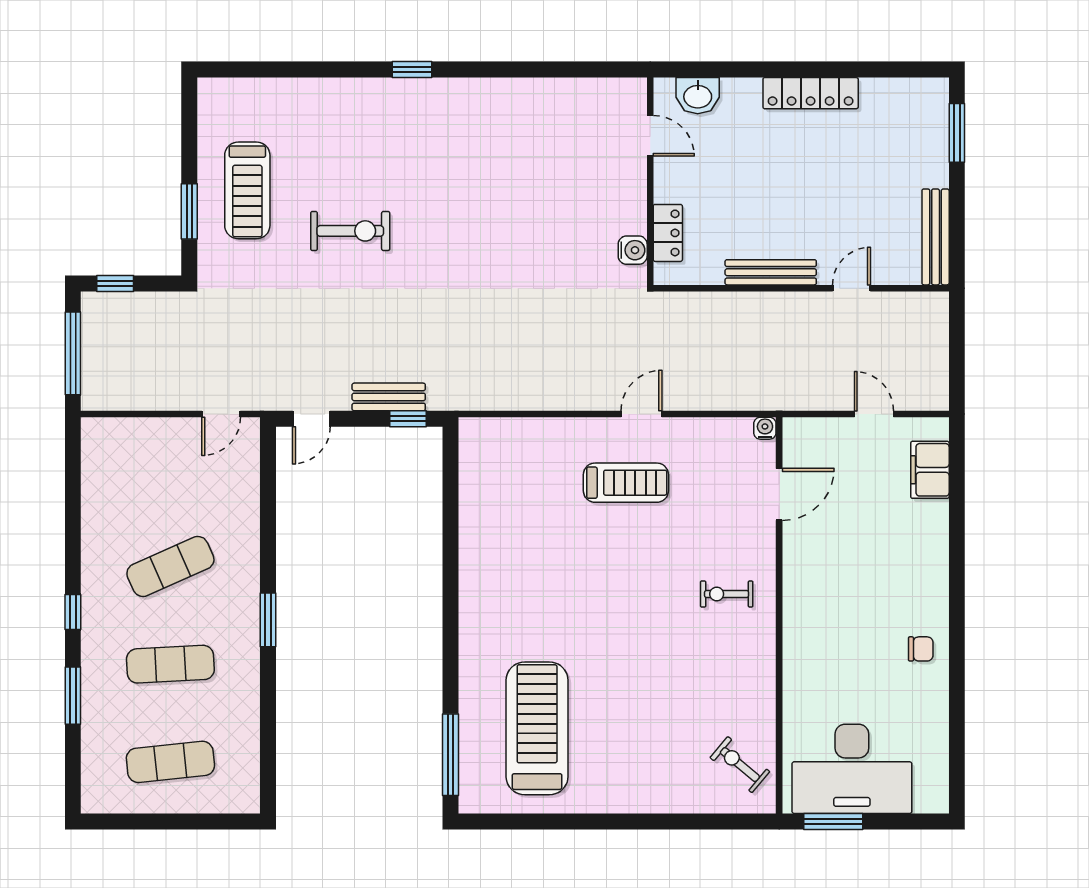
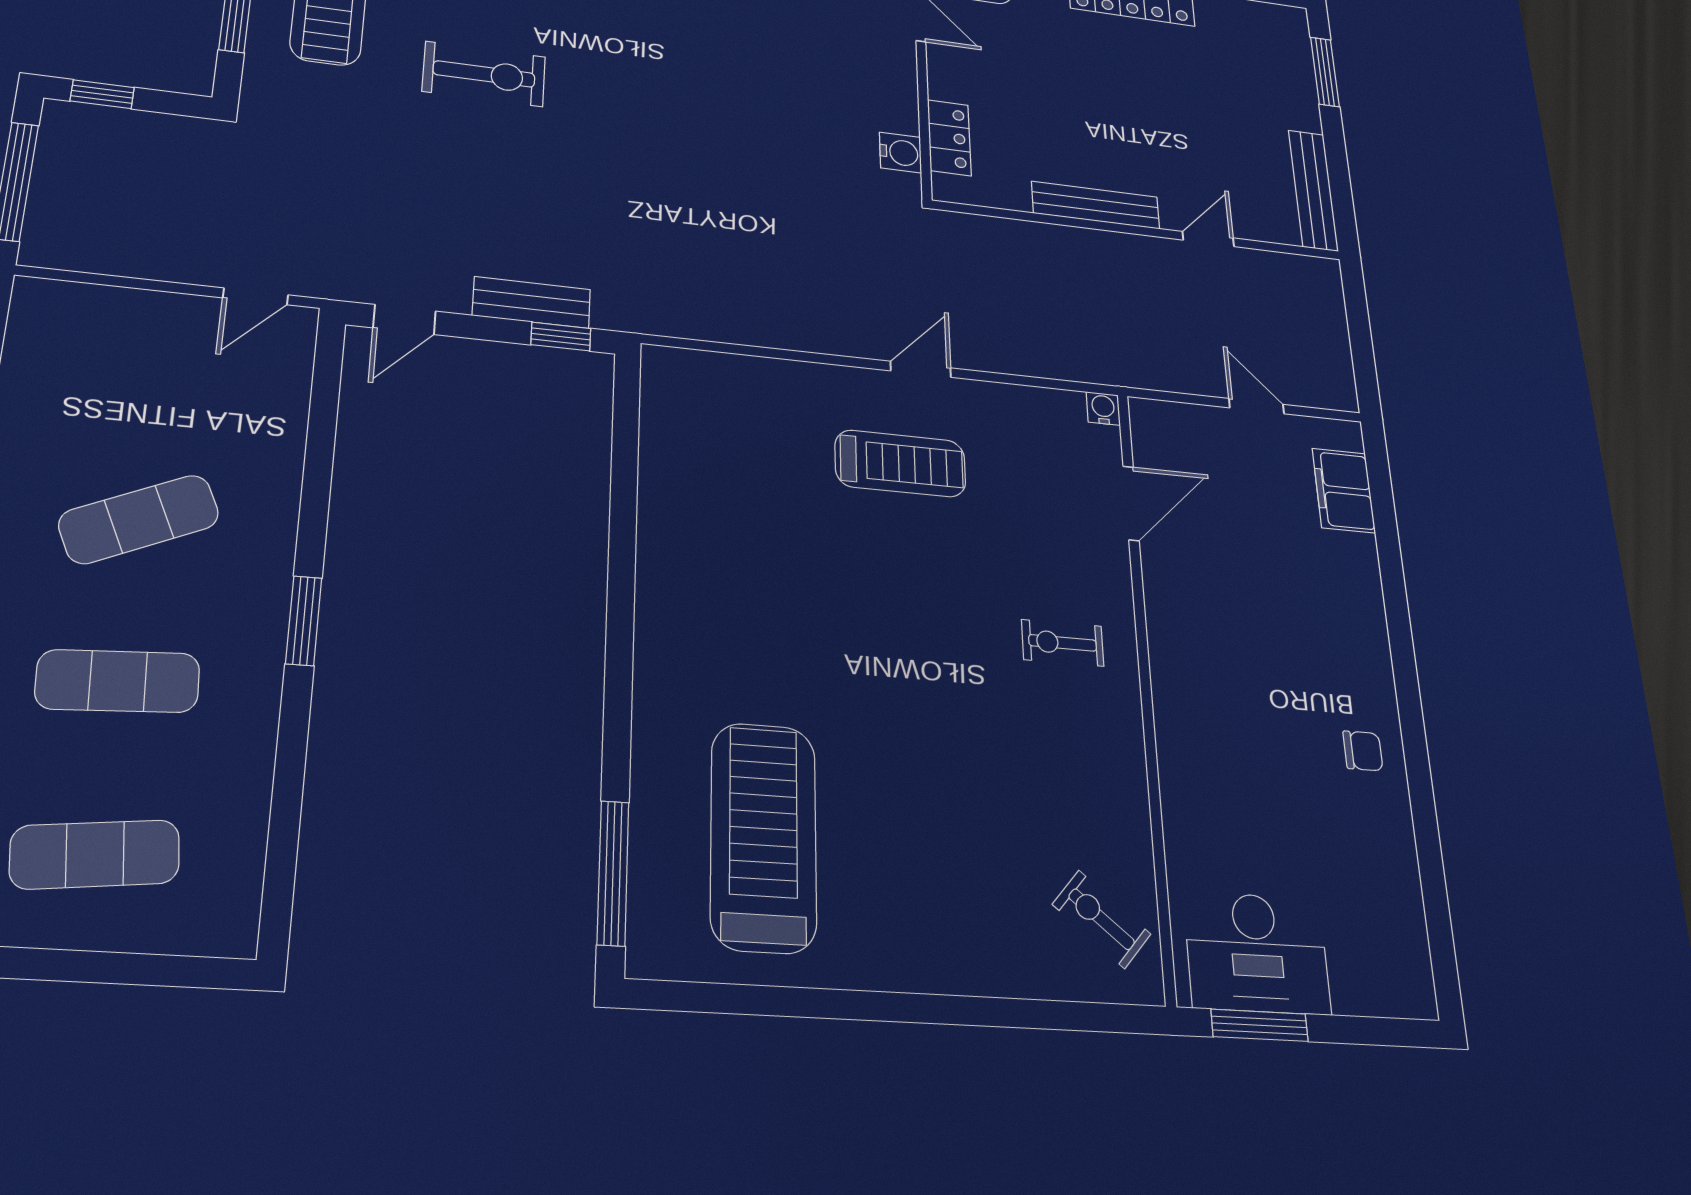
desk: (852, 769) -> (1257, 953), width x0.73, depth x0.77

